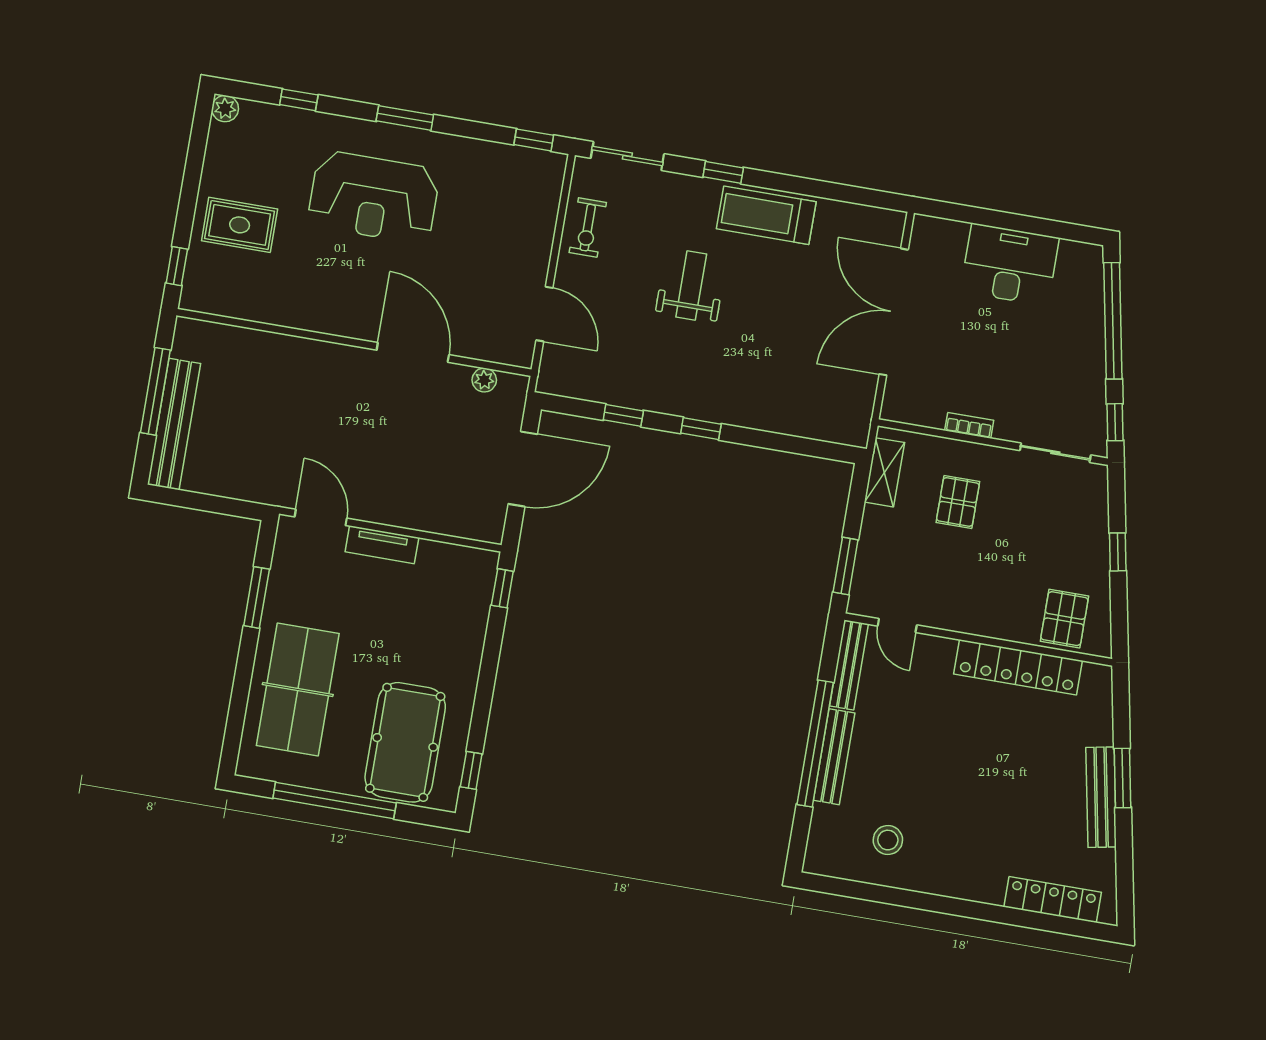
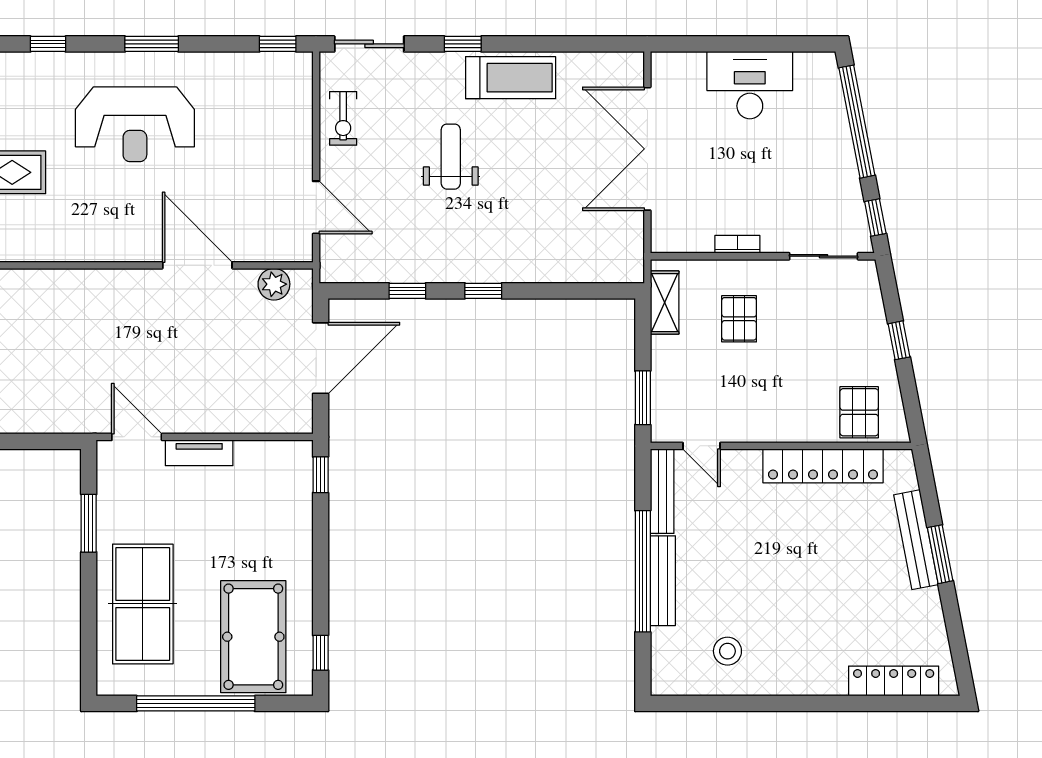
treadmill: (766, 215) -> (511, 78), turned 180
plant: (484, 380) -> (274, 284), width x1.38, depth x1.38
bench: (1101, 797) -> (916, 540), moved

